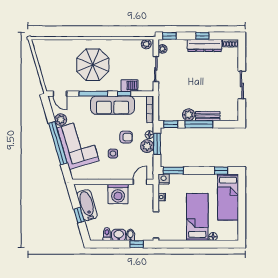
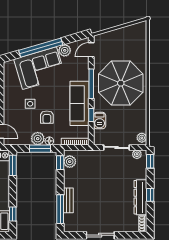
parasol: (93, 65) -> (121, 83), width x1.36, depth x1.36
plant: (189, 115) -> (70, 162), moved
window: (199, 124) -> (60, 209), moved

